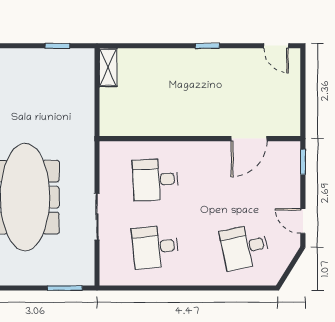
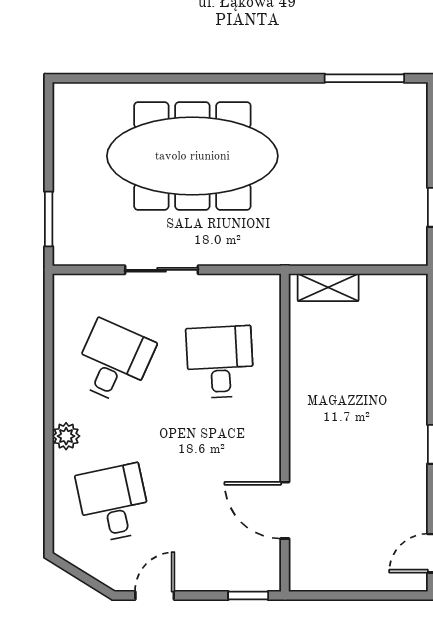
shelving: (108, 67) -> (328, 287), moved
desk: (155, 247) -> (114, 362), turned 30
plant: (202, 277) -> (66, 436), added

